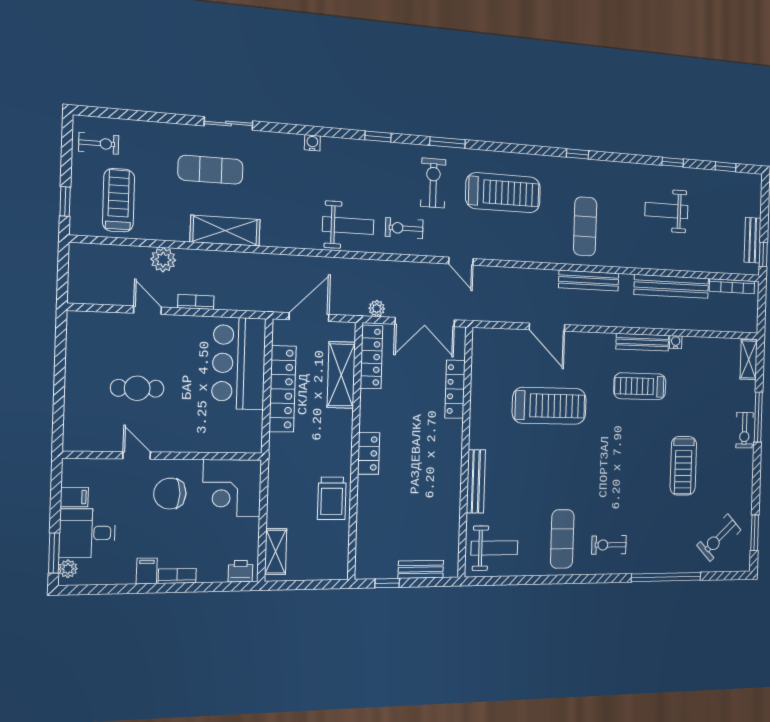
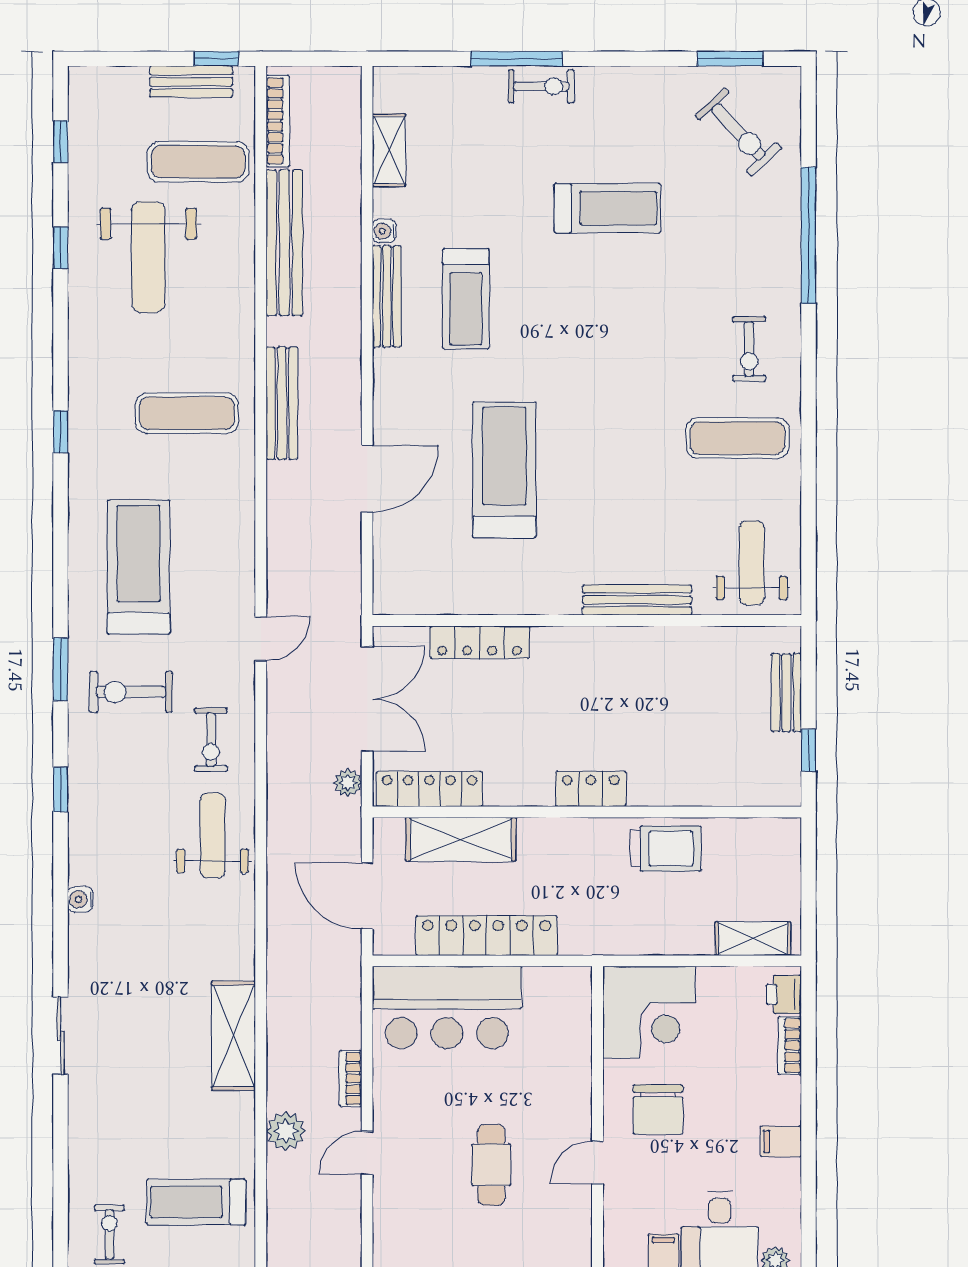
exercise mat: (211, 170) -> (198, 162), moved, turned 90
weight bench: (666, 211) -> (148, 257), width x1.36, depth x1.33
shelving: (749, 359) -> (389, 150), moved, turned 90
bookcase: (177, 576) -> (790, 1046), moved

